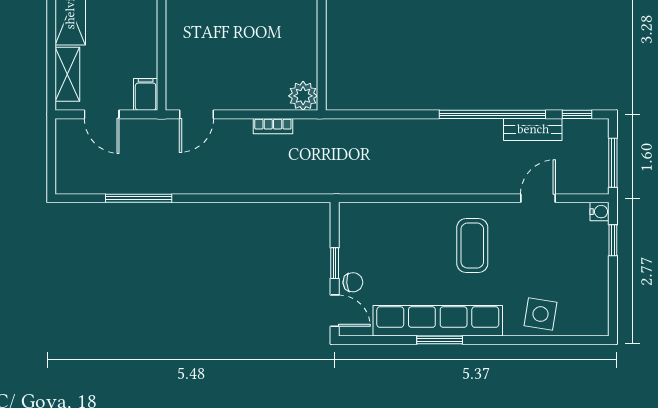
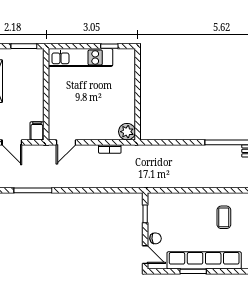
coffee table: (472, 246) -> (224, 217), width x0.73, depth x0.77
window: (335, 263) -> (145, 214), moved
window: (440, 340) -> (193, 271), moved

